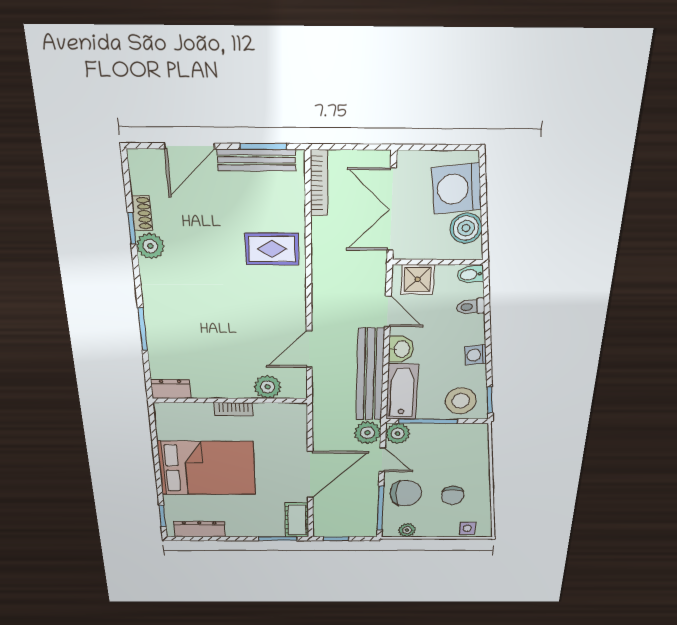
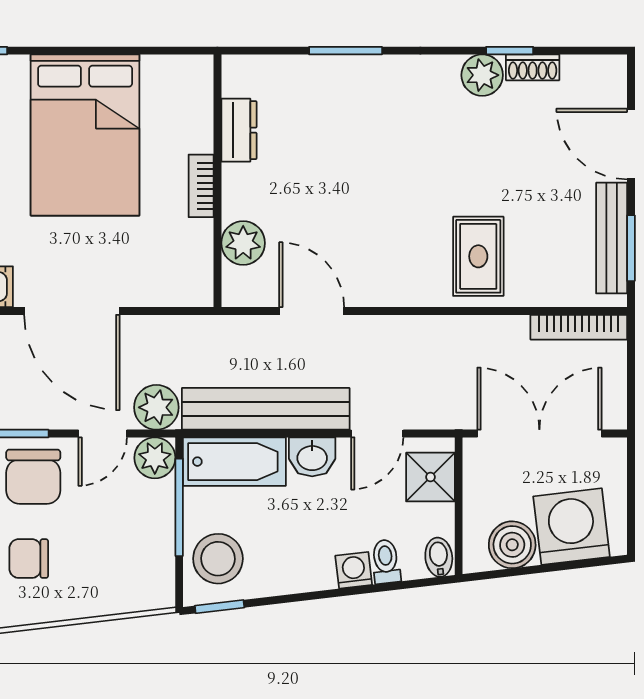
washing machine: (476, 355) -> (354, 570), moved
dresser: (171, 389) -> (239, 130), moved

